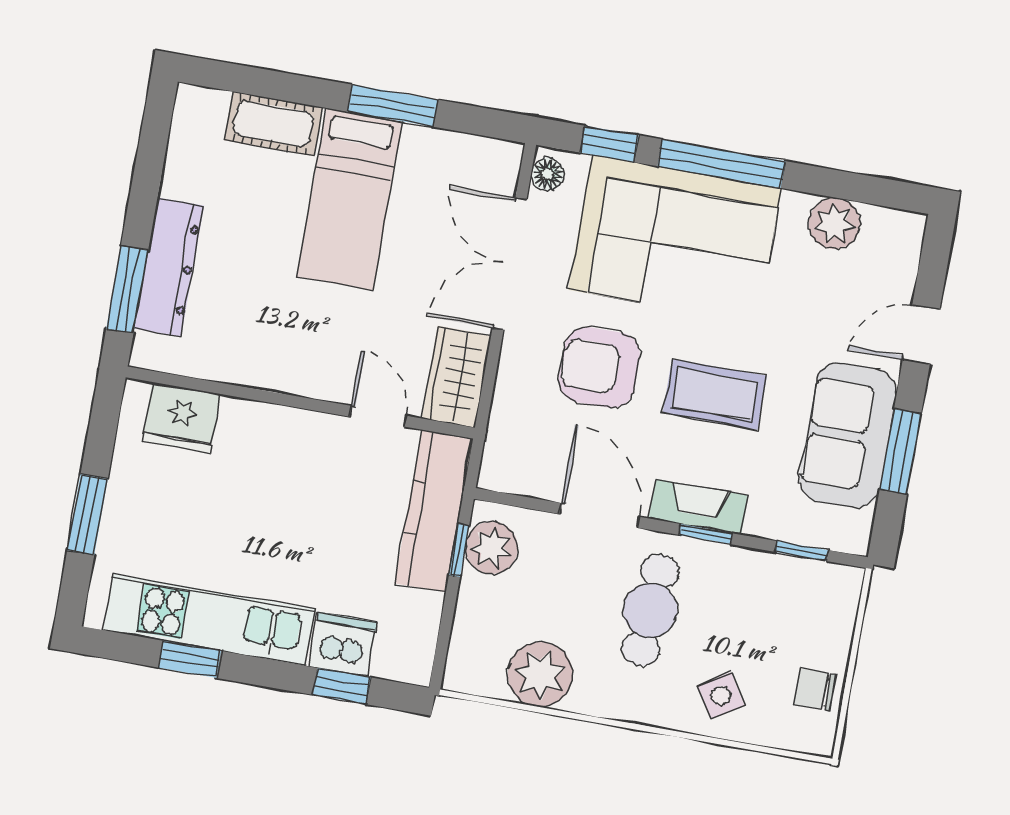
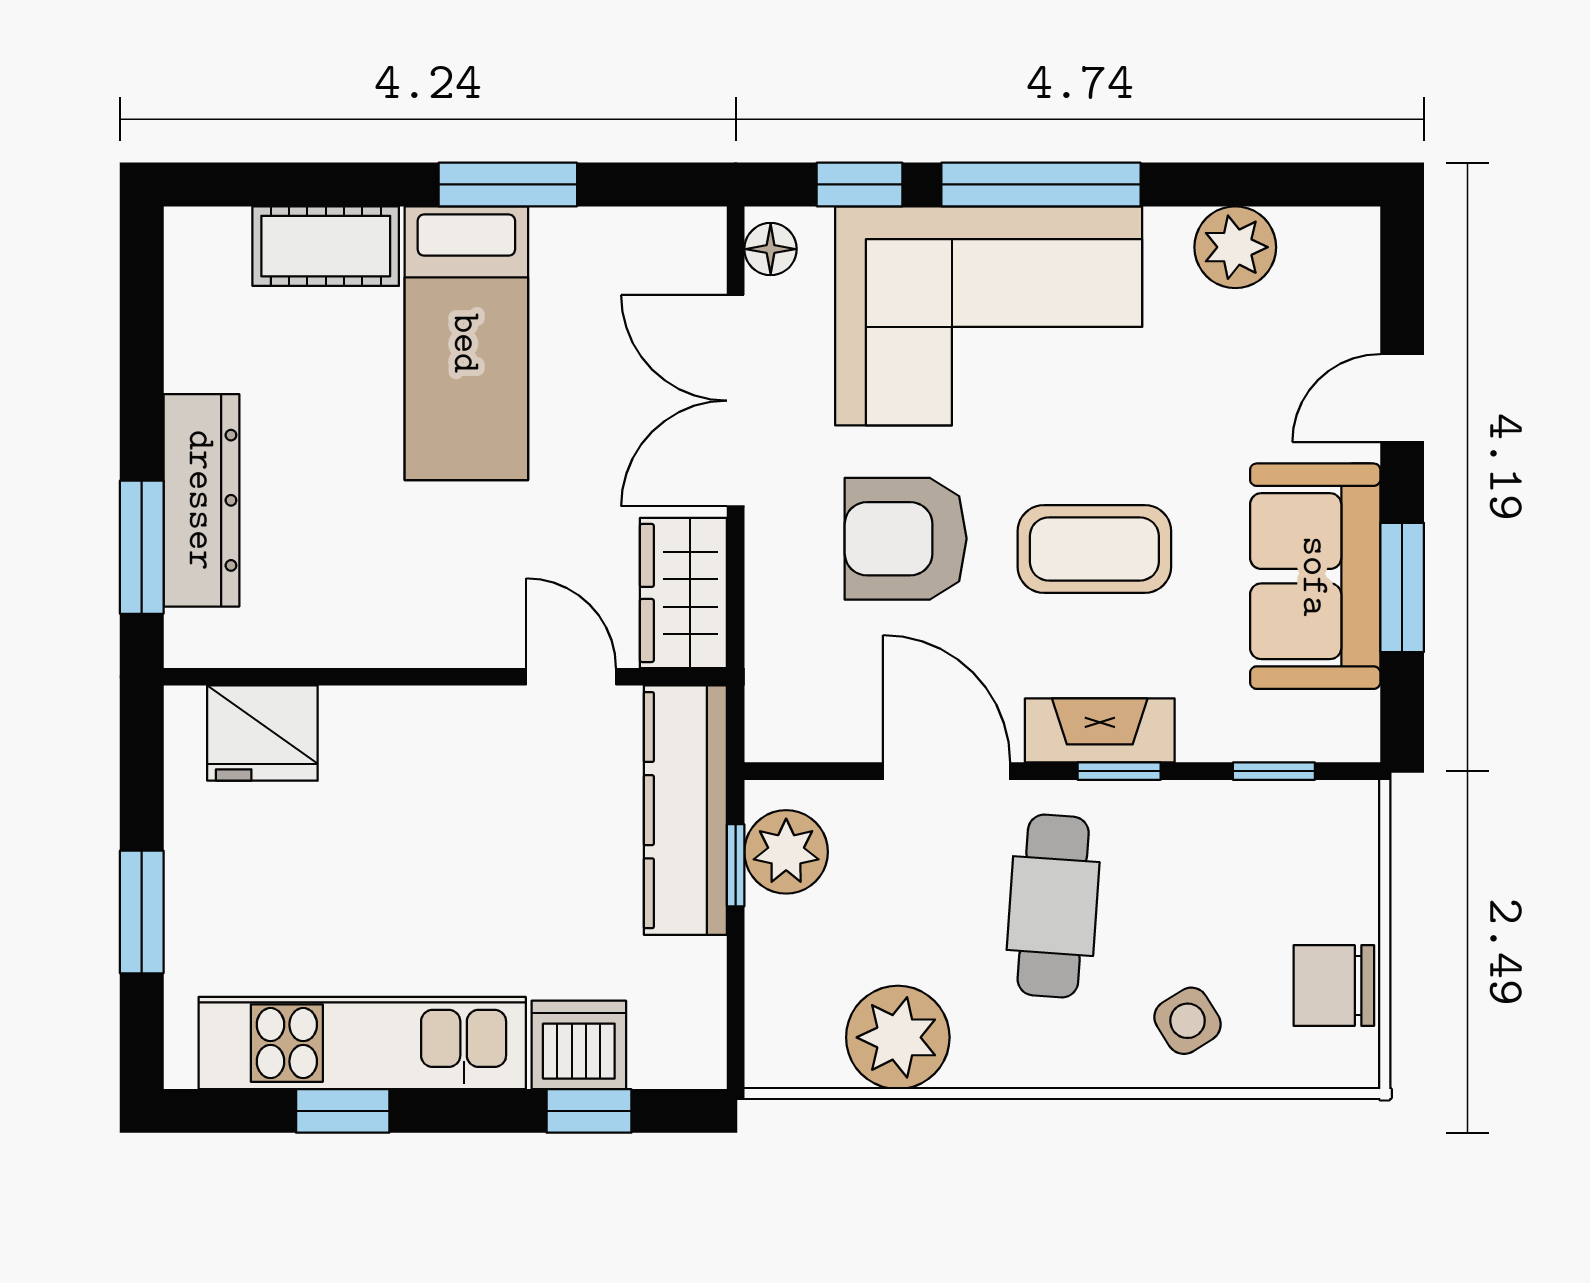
chair: (815, 690) -> (1334, 985), width x1.37, depth x1.37

